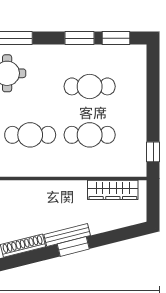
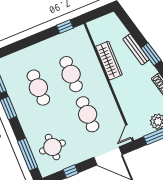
wardrobe: (113, 190) -> (109, 61), moved
bench: (67, 235) -> (136, 49), moved

